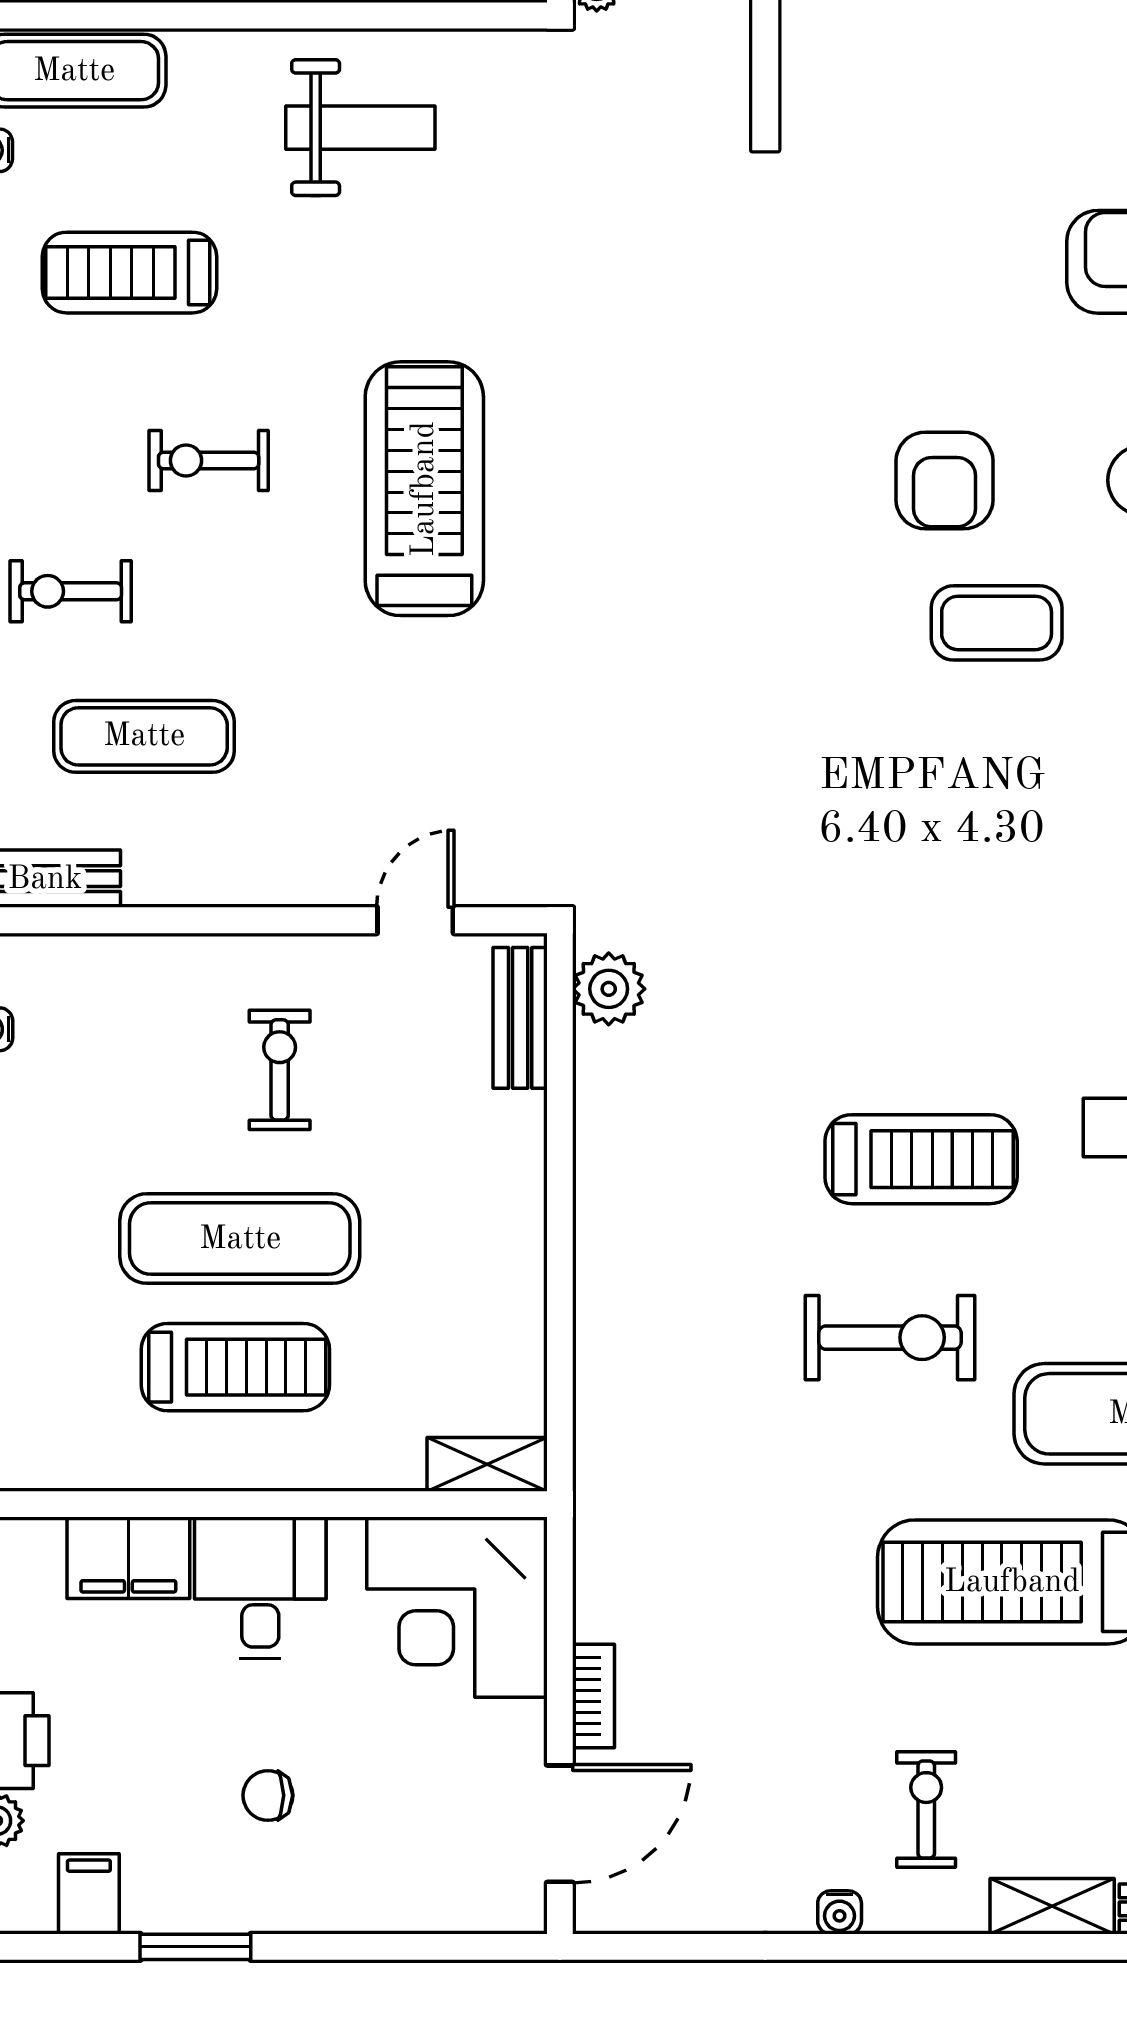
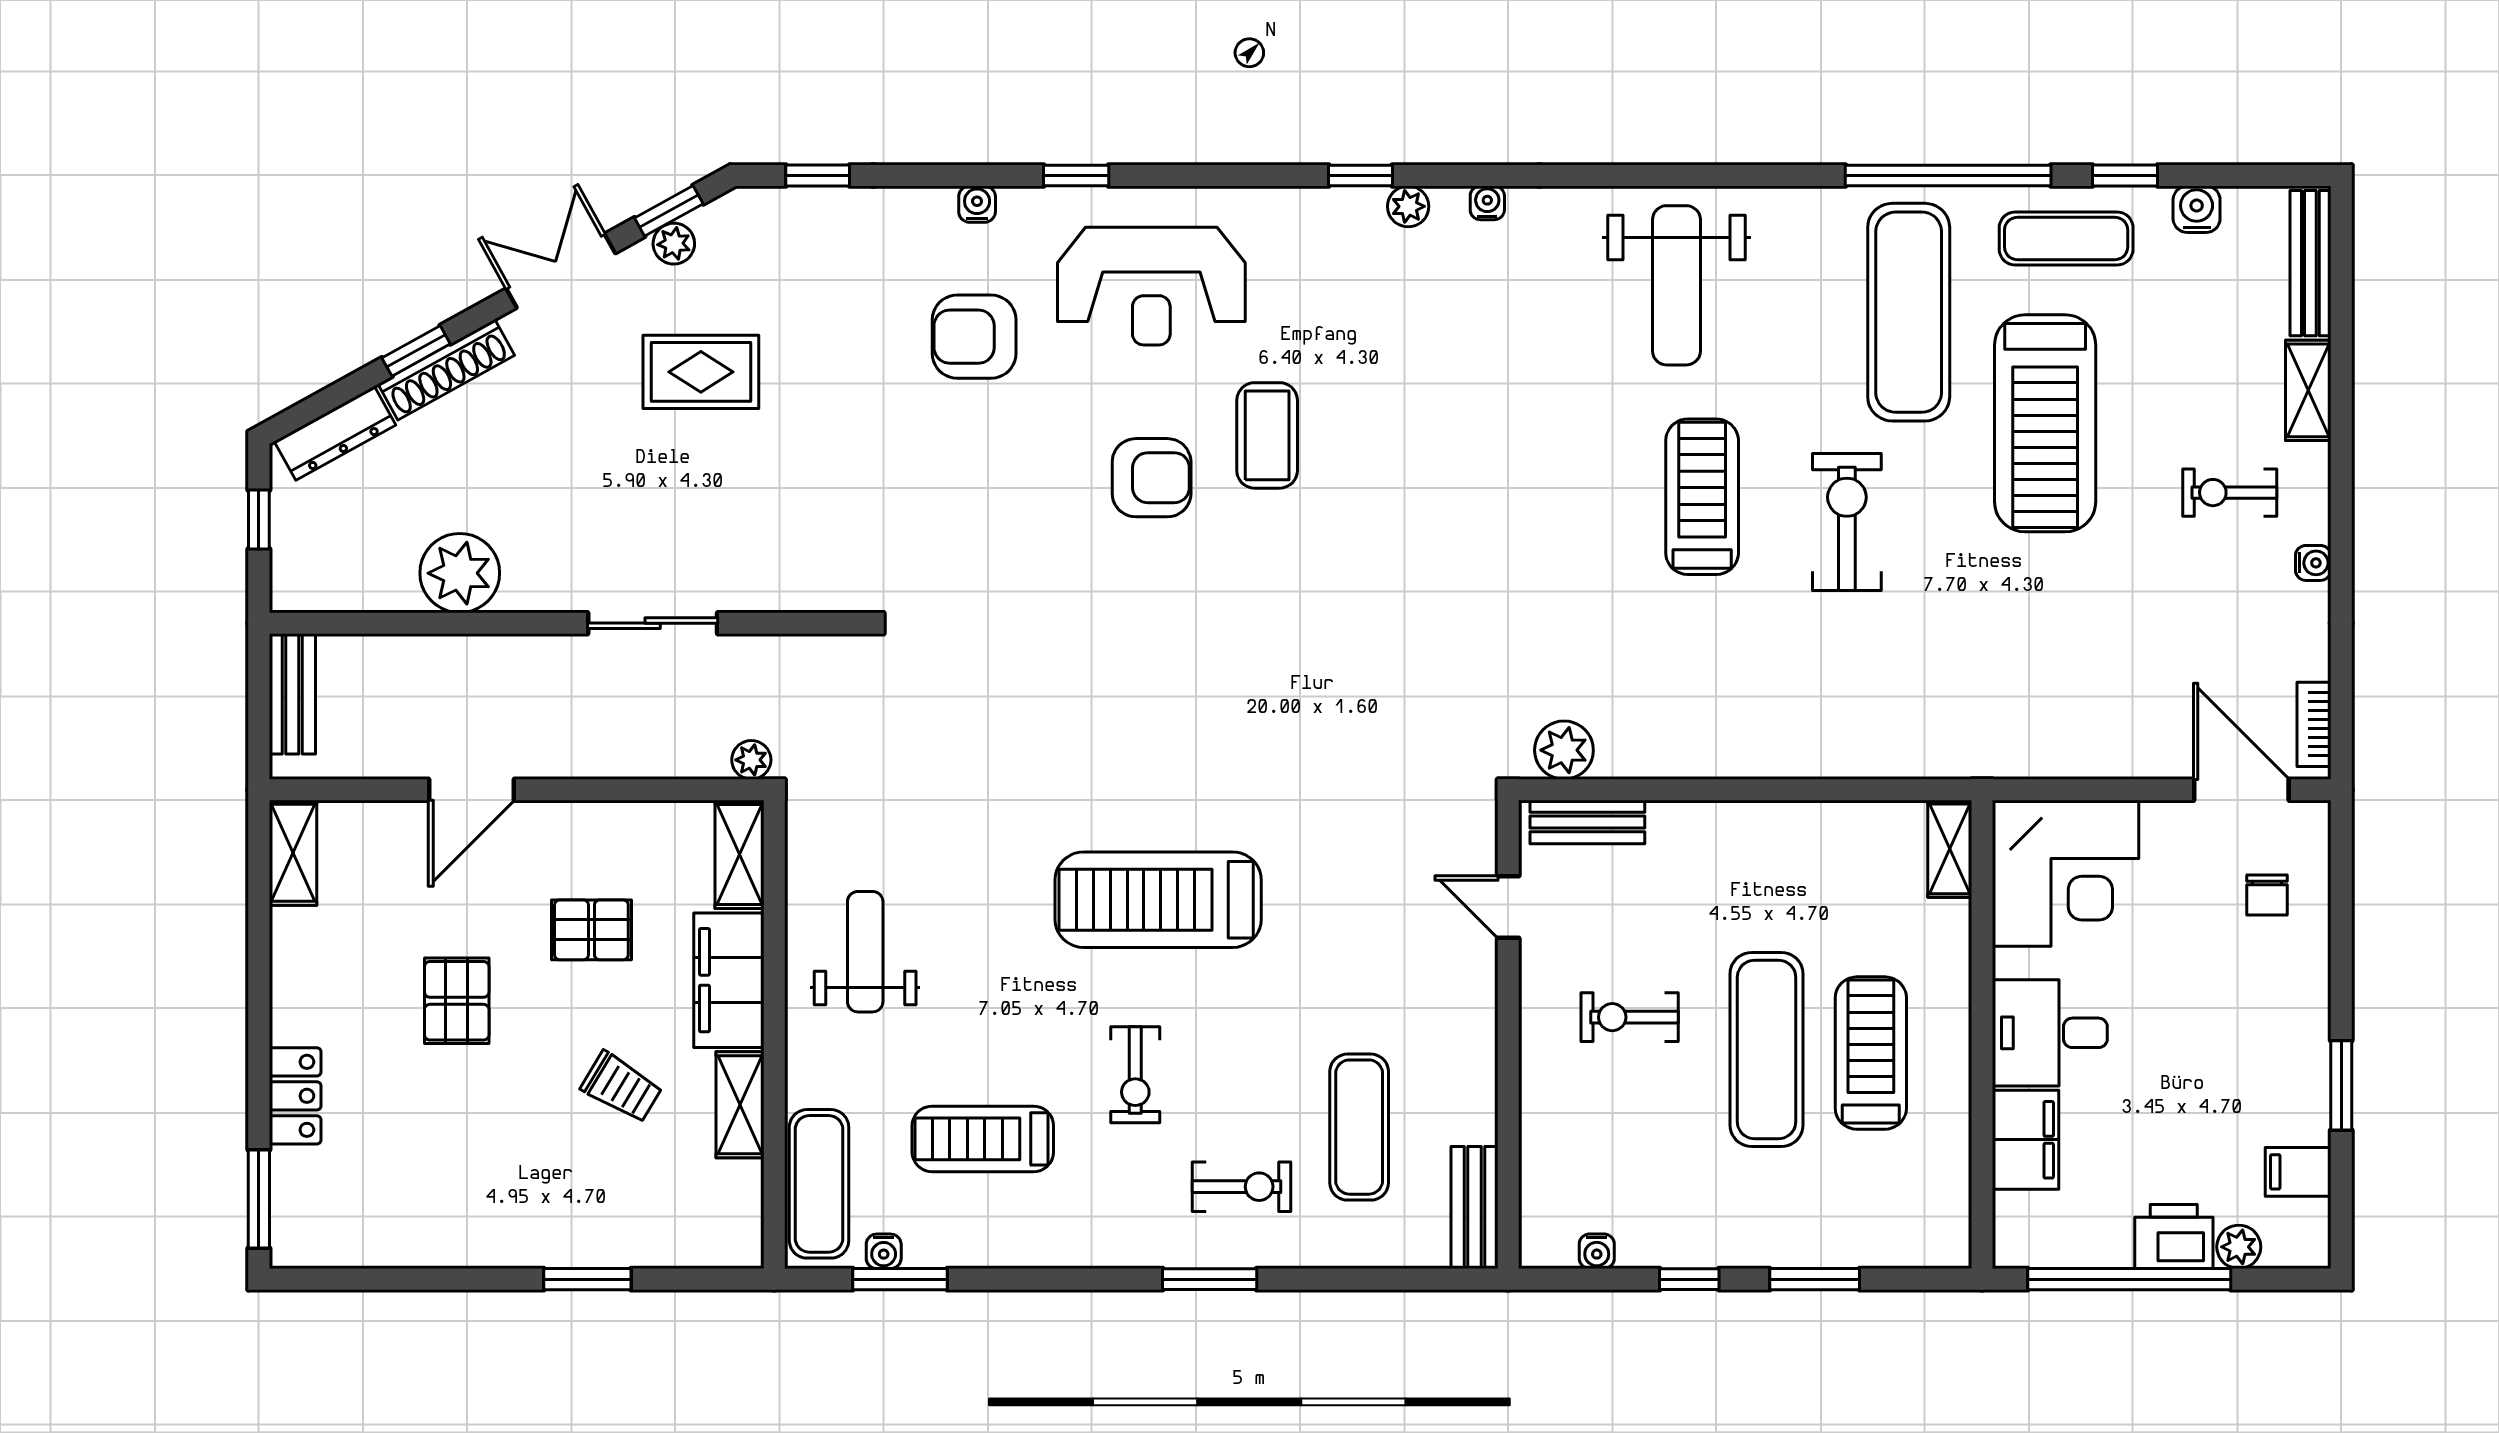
treadmill: (129, 273) -> (983, 1139), turned 90
exercise bike: (71, 591) -> (1241, 1187), turned -90
bookcase: (593, 1696) -> (2314, 724), moved, turned -90
chair: (268, 1795) -> (2267, 895), moved

